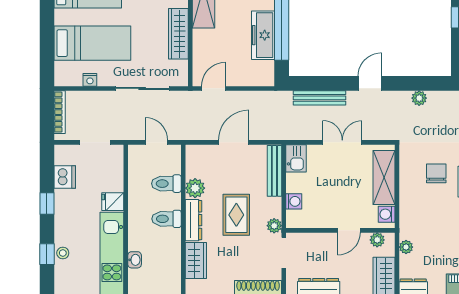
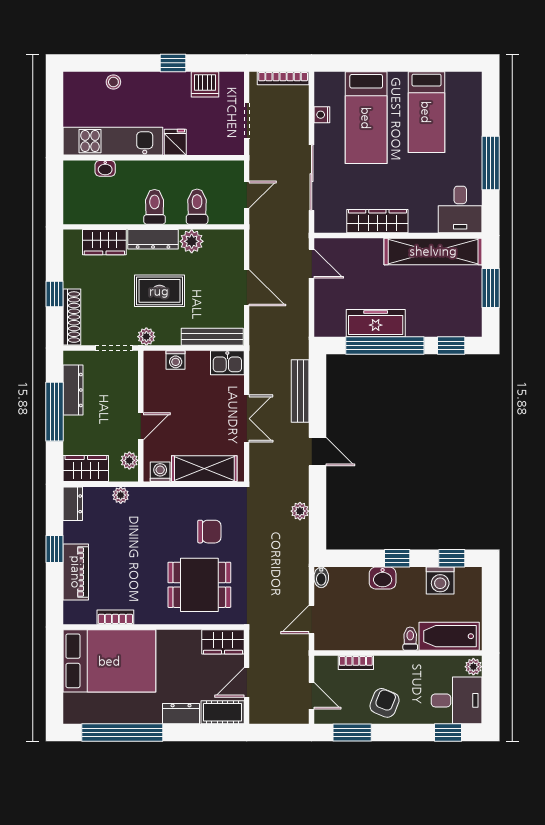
door: (349, 230) -> (141, 426), swing flipped
window: (47, 254) -> (112, 63), removed

